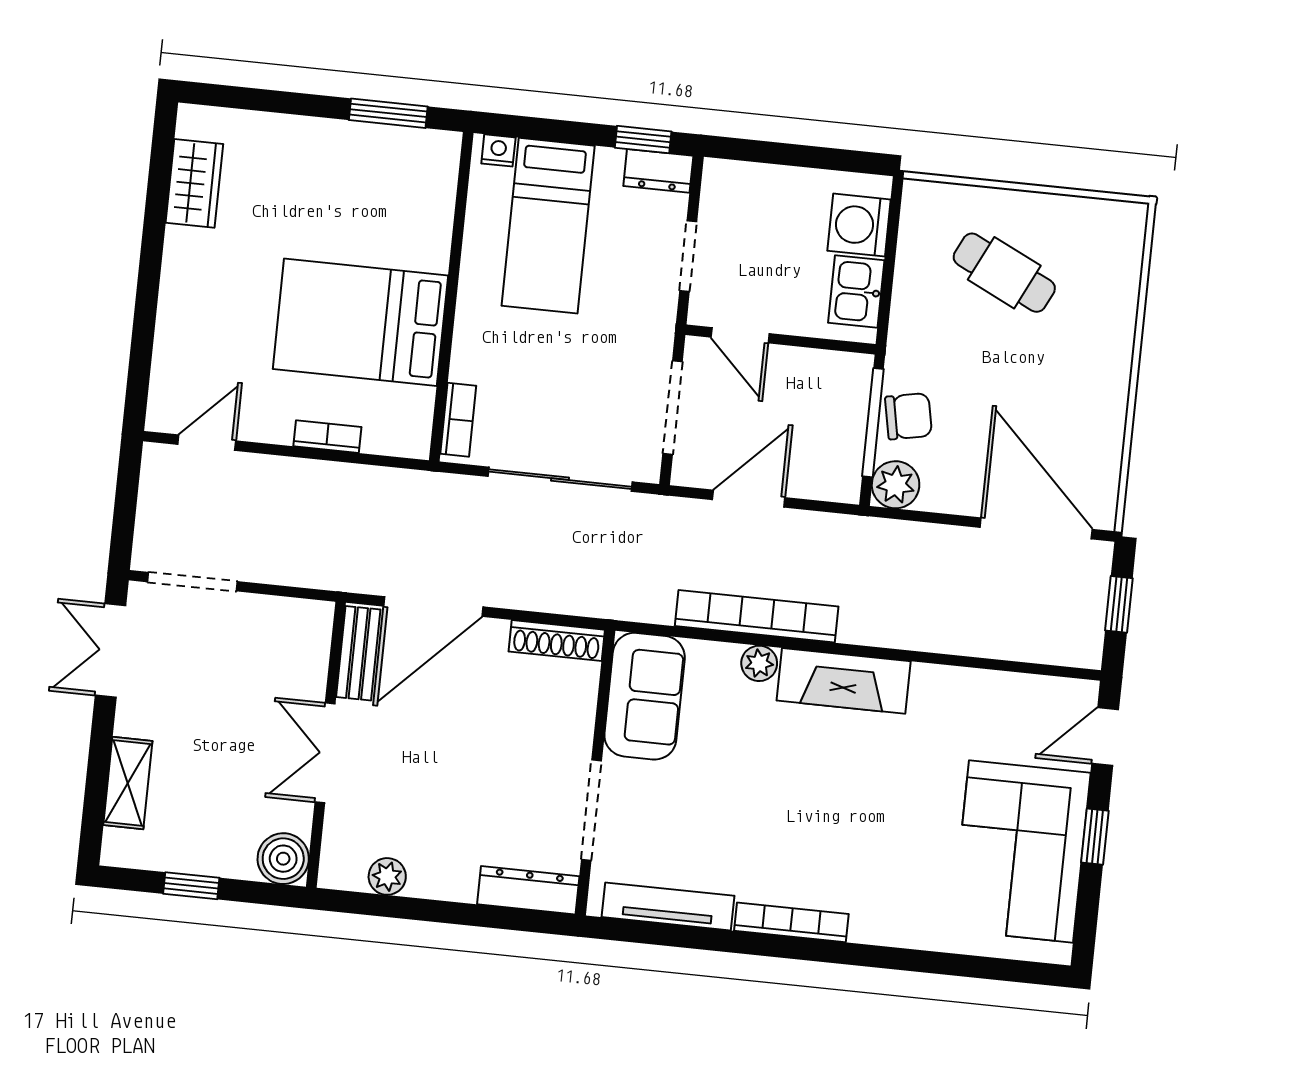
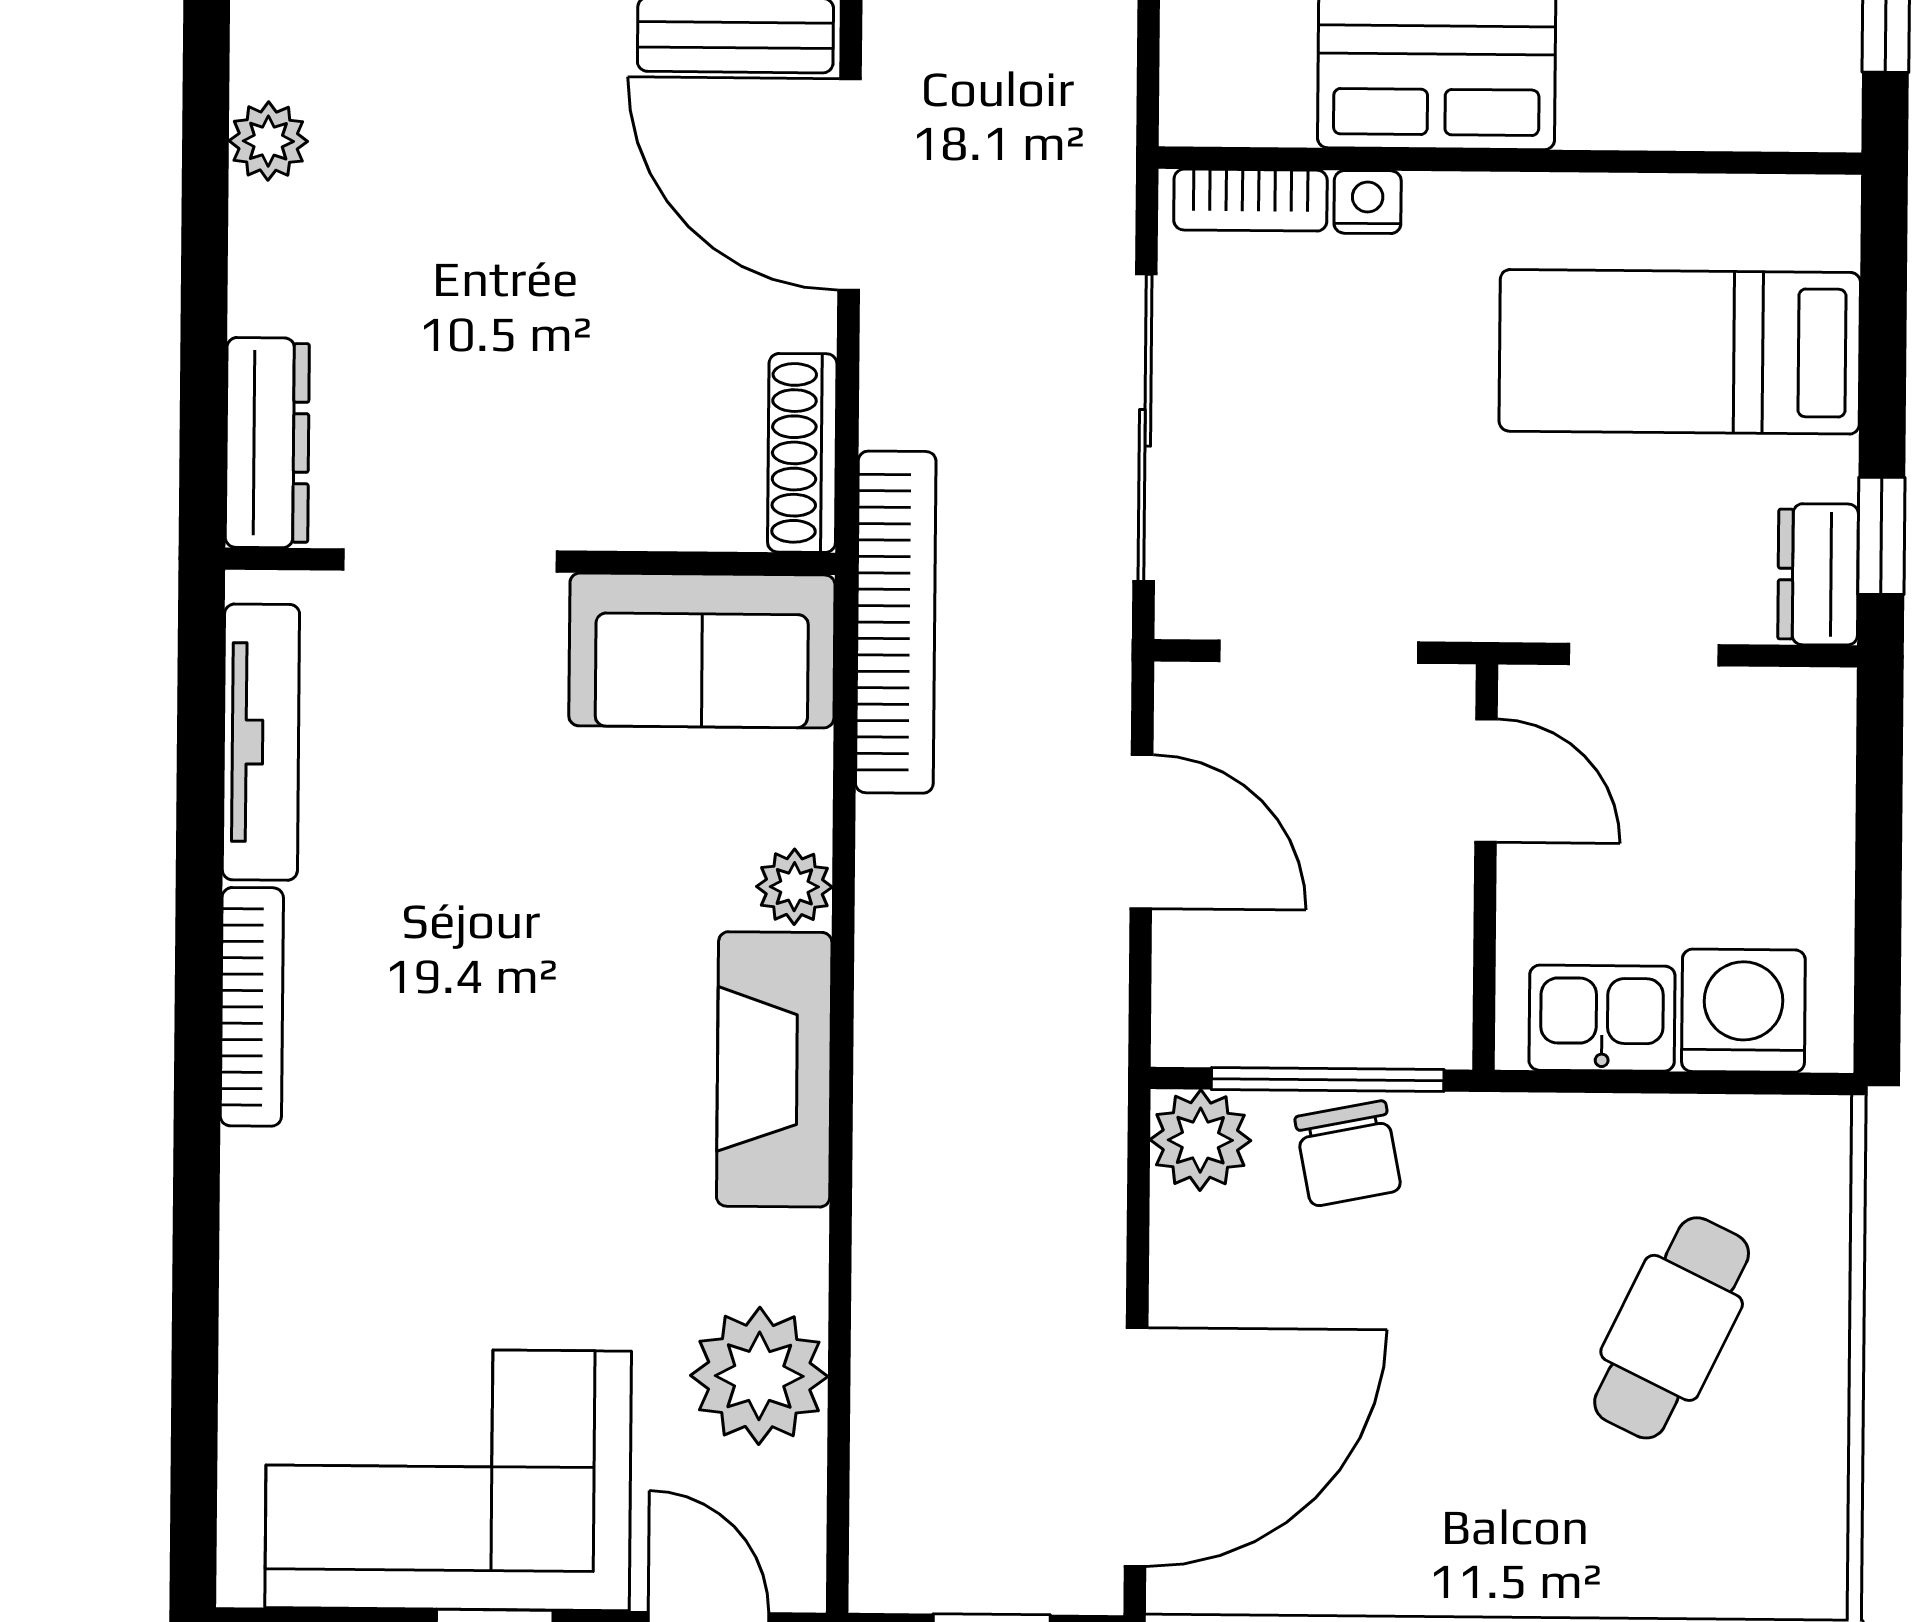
nightstand: (498, 150) -> (1368, 202), moved, turned -90
door: (740, 335) -> (1486, 780), swing flipped
bookcase: (757, 616) -> (896, 622), moved
plant: (986, 701) -> (759, 1376), added

